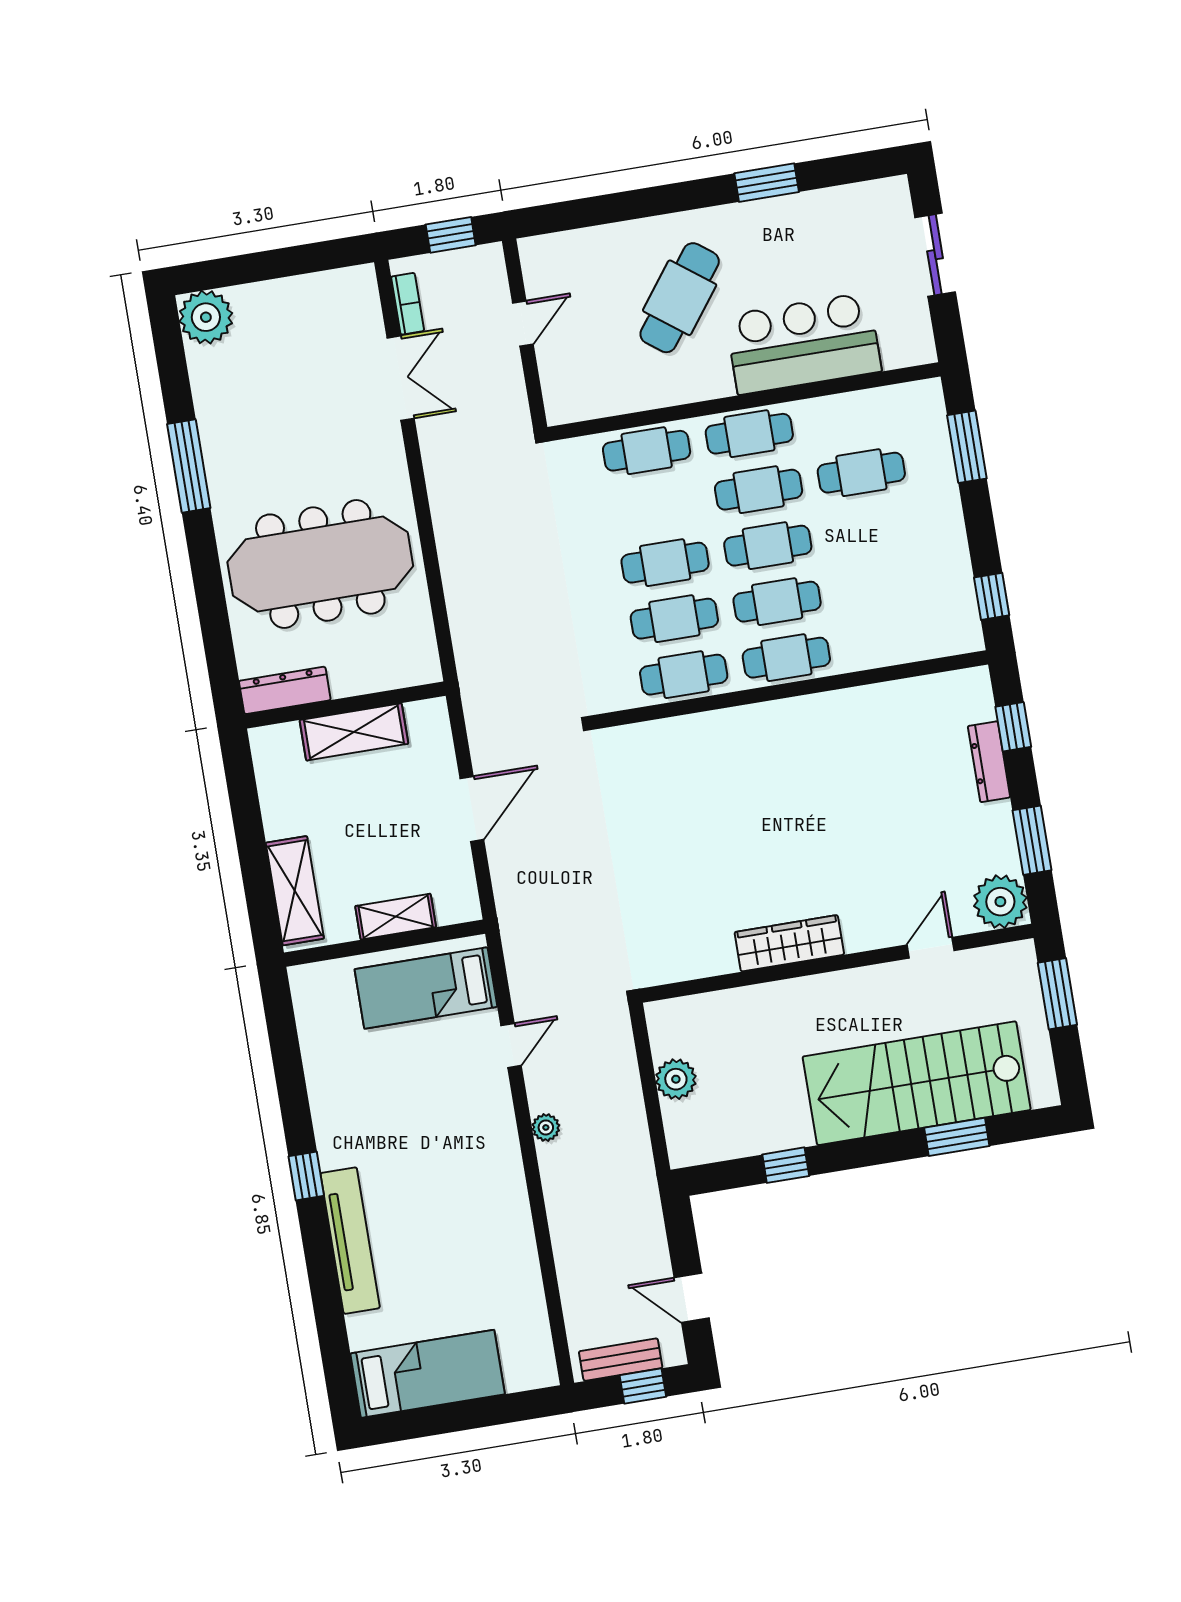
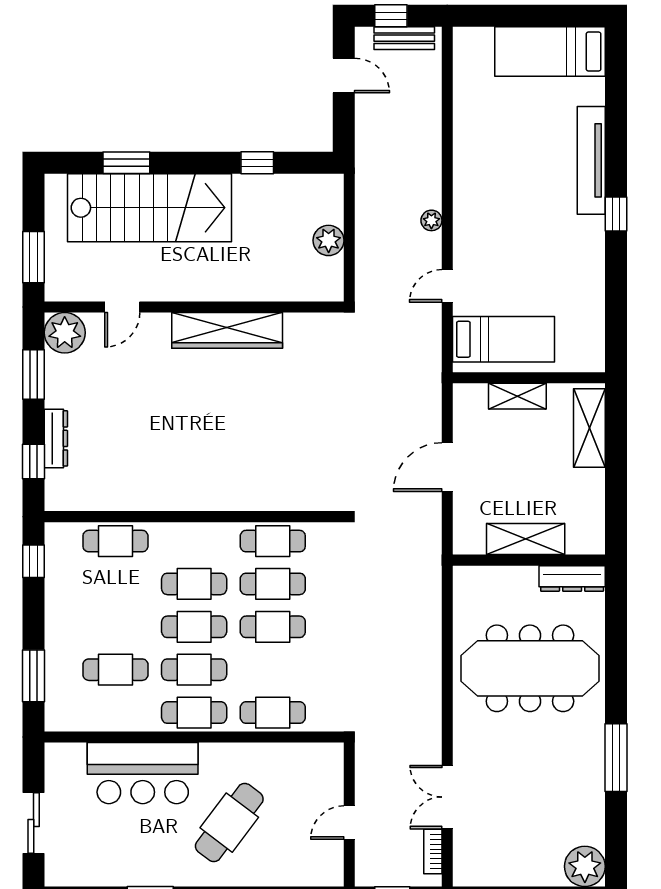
cafe table: (786, 658) -> (115, 541), moved
wardrobe: (789, 943) -> (227, 330), width x1.40, depth x1.17

